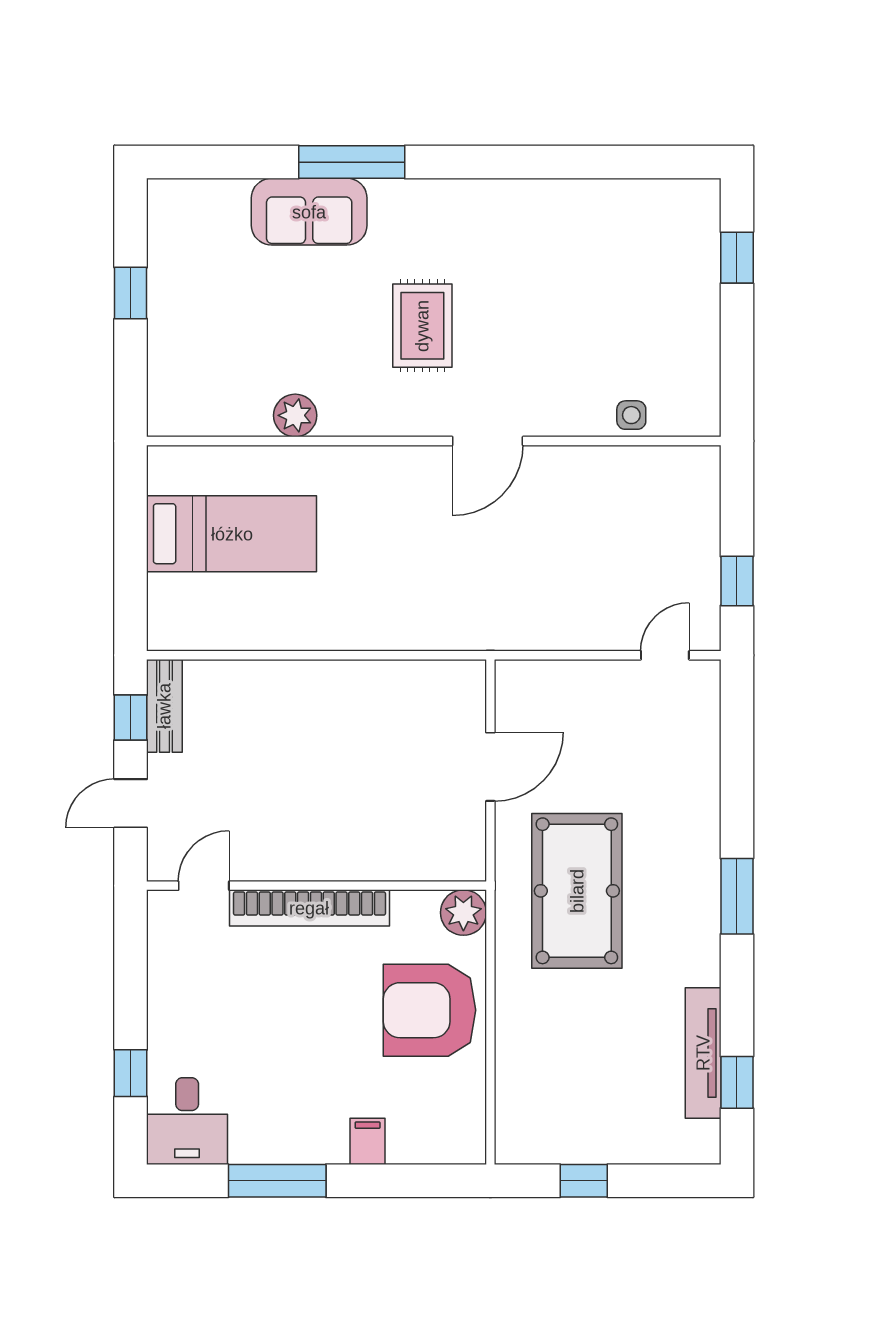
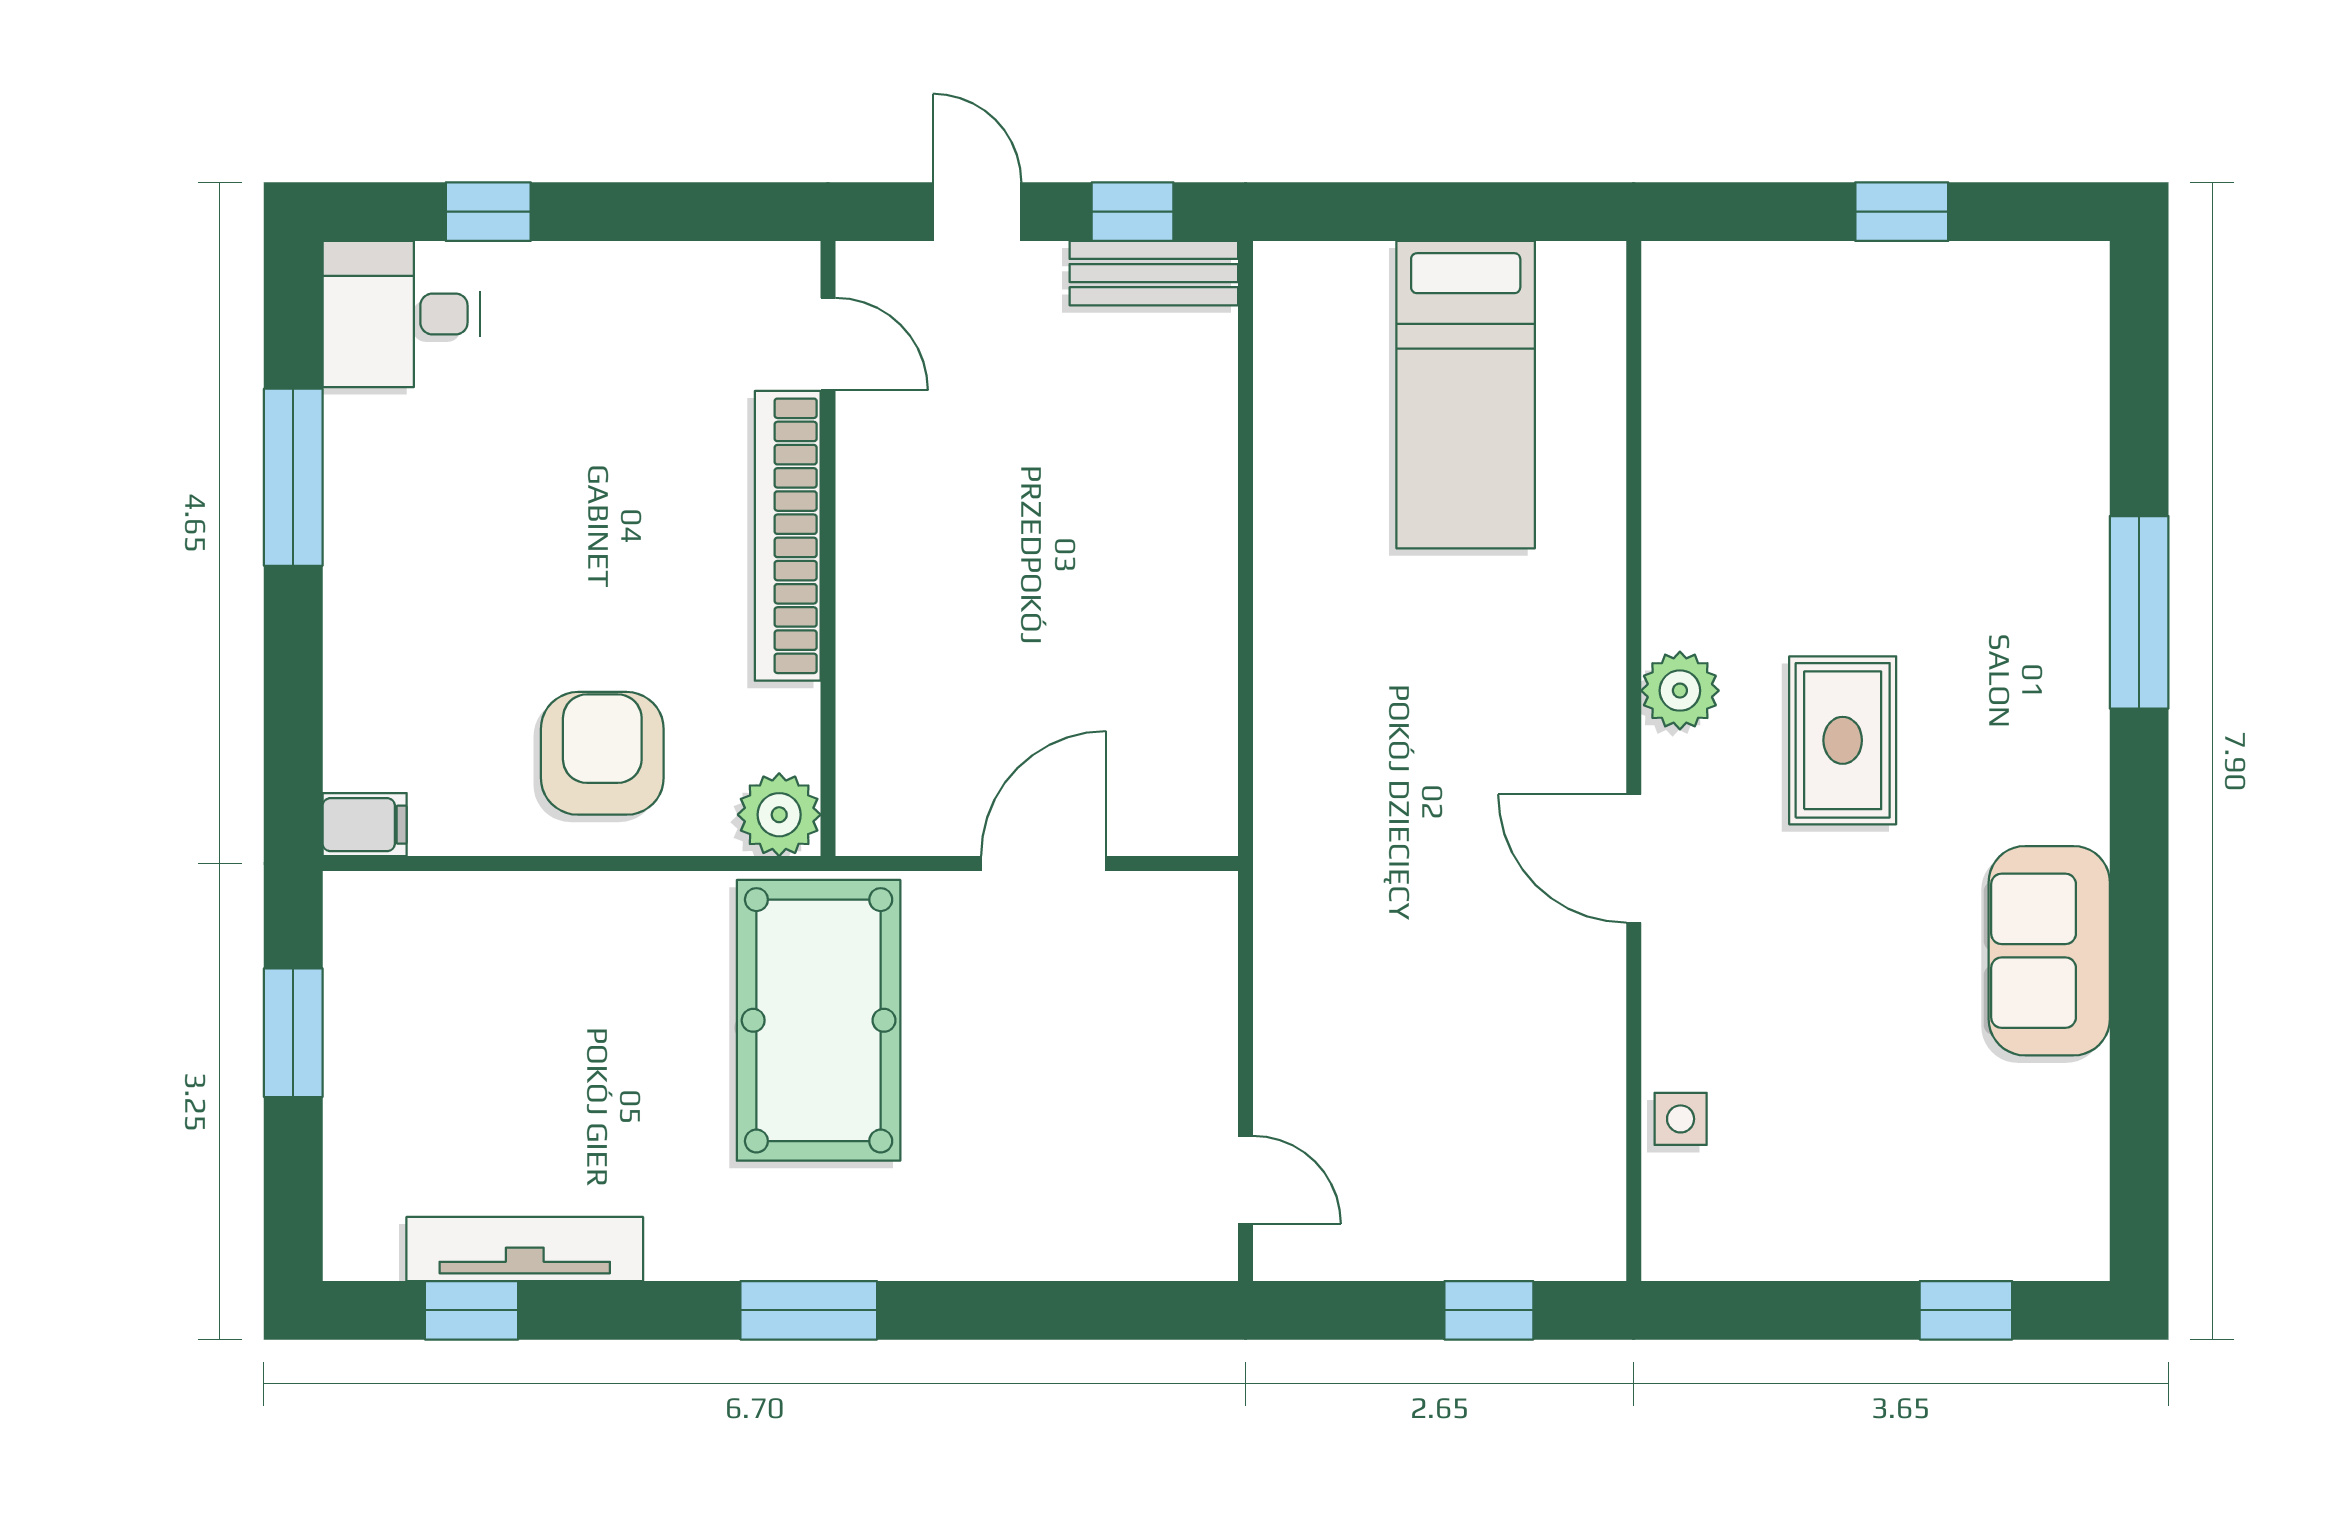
sofa: (309, 212) -> (2049, 951), moved
rug: (422, 326) -> (1843, 740), turned 90
plant: (295, 415) -> (1680, 691), moved
window: (737, 581) -> (1489, 1310), moved
door: (490, 767) -> (1044, 863), swing flipped
pool table: (577, 891) -> (819, 1020), turned 90
armchair: (430, 1010) -> (602, 753), width x0.73, depth x0.73
filing cabinet: (368, 1141) -> (365, 825), moved
window: (584, 1181) -> (293, 1033), width x1.50

